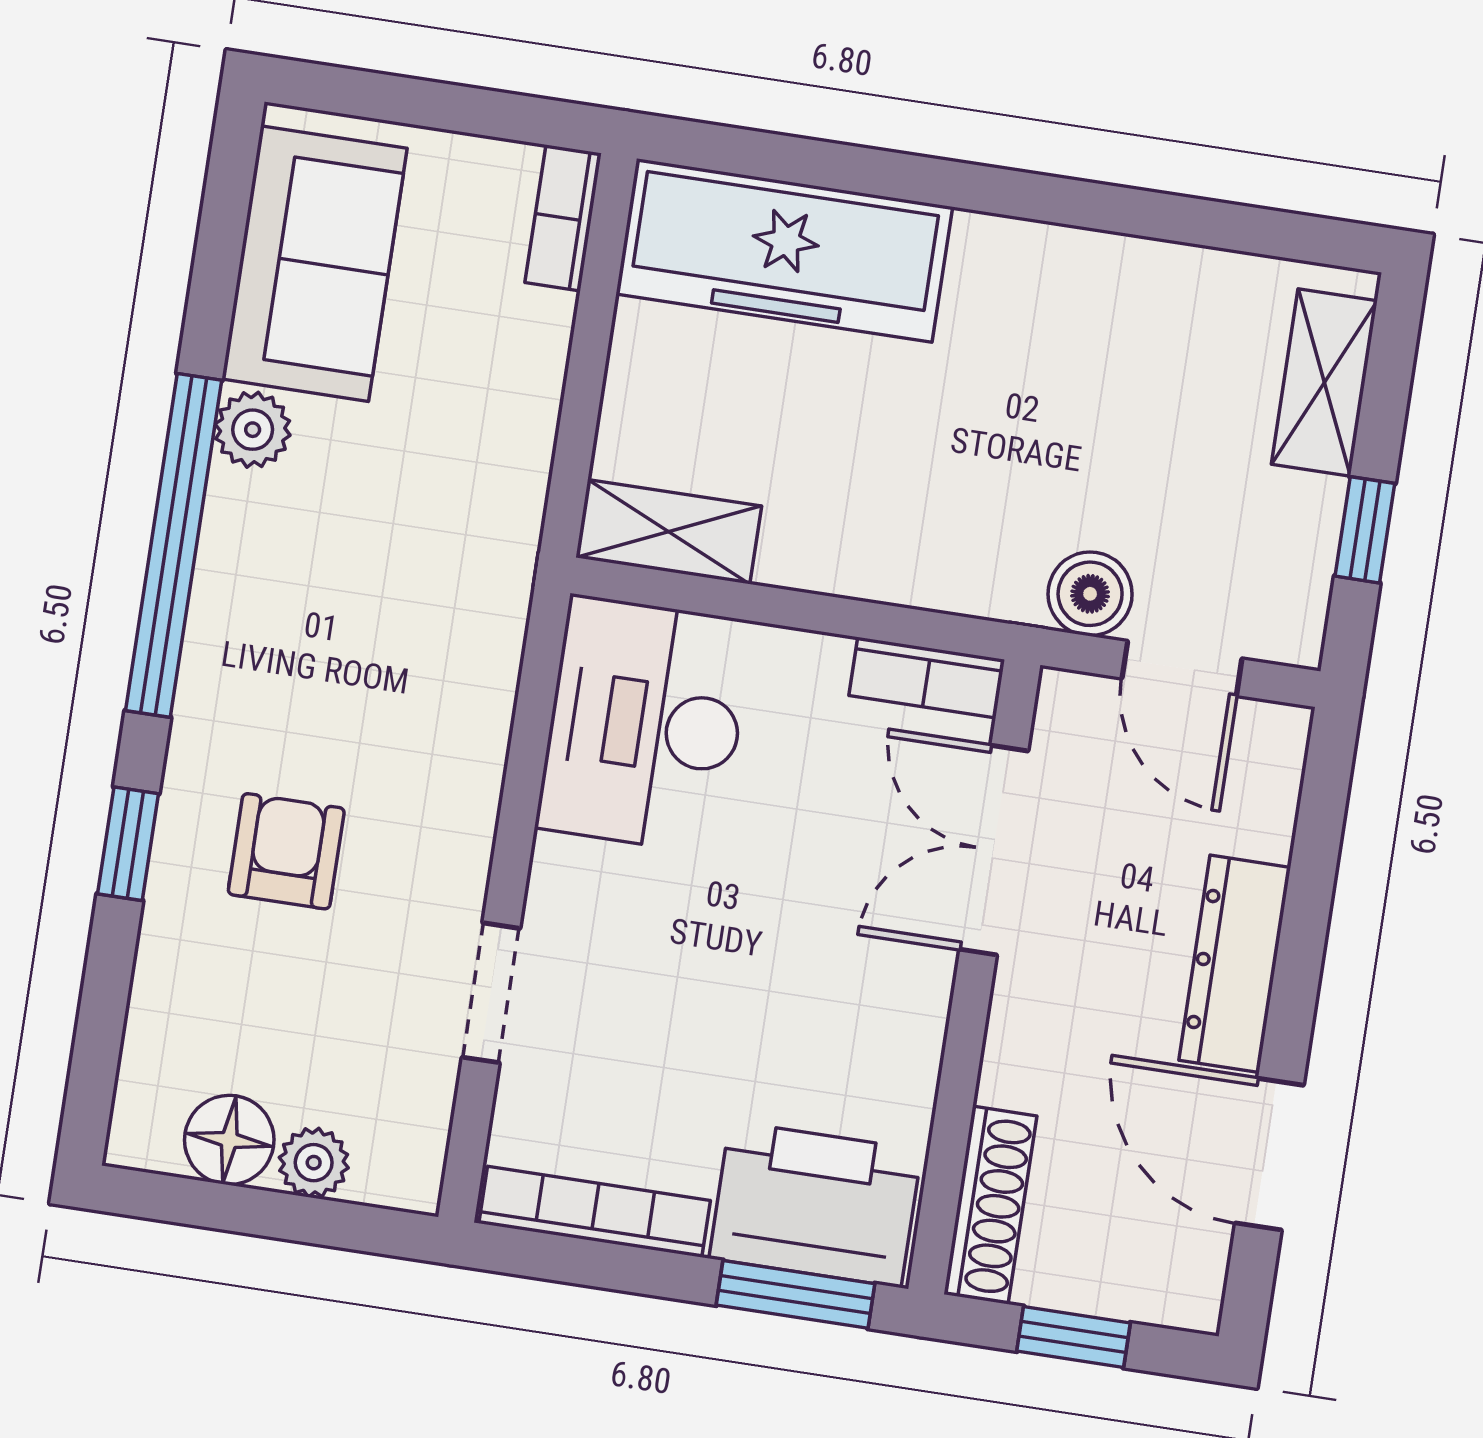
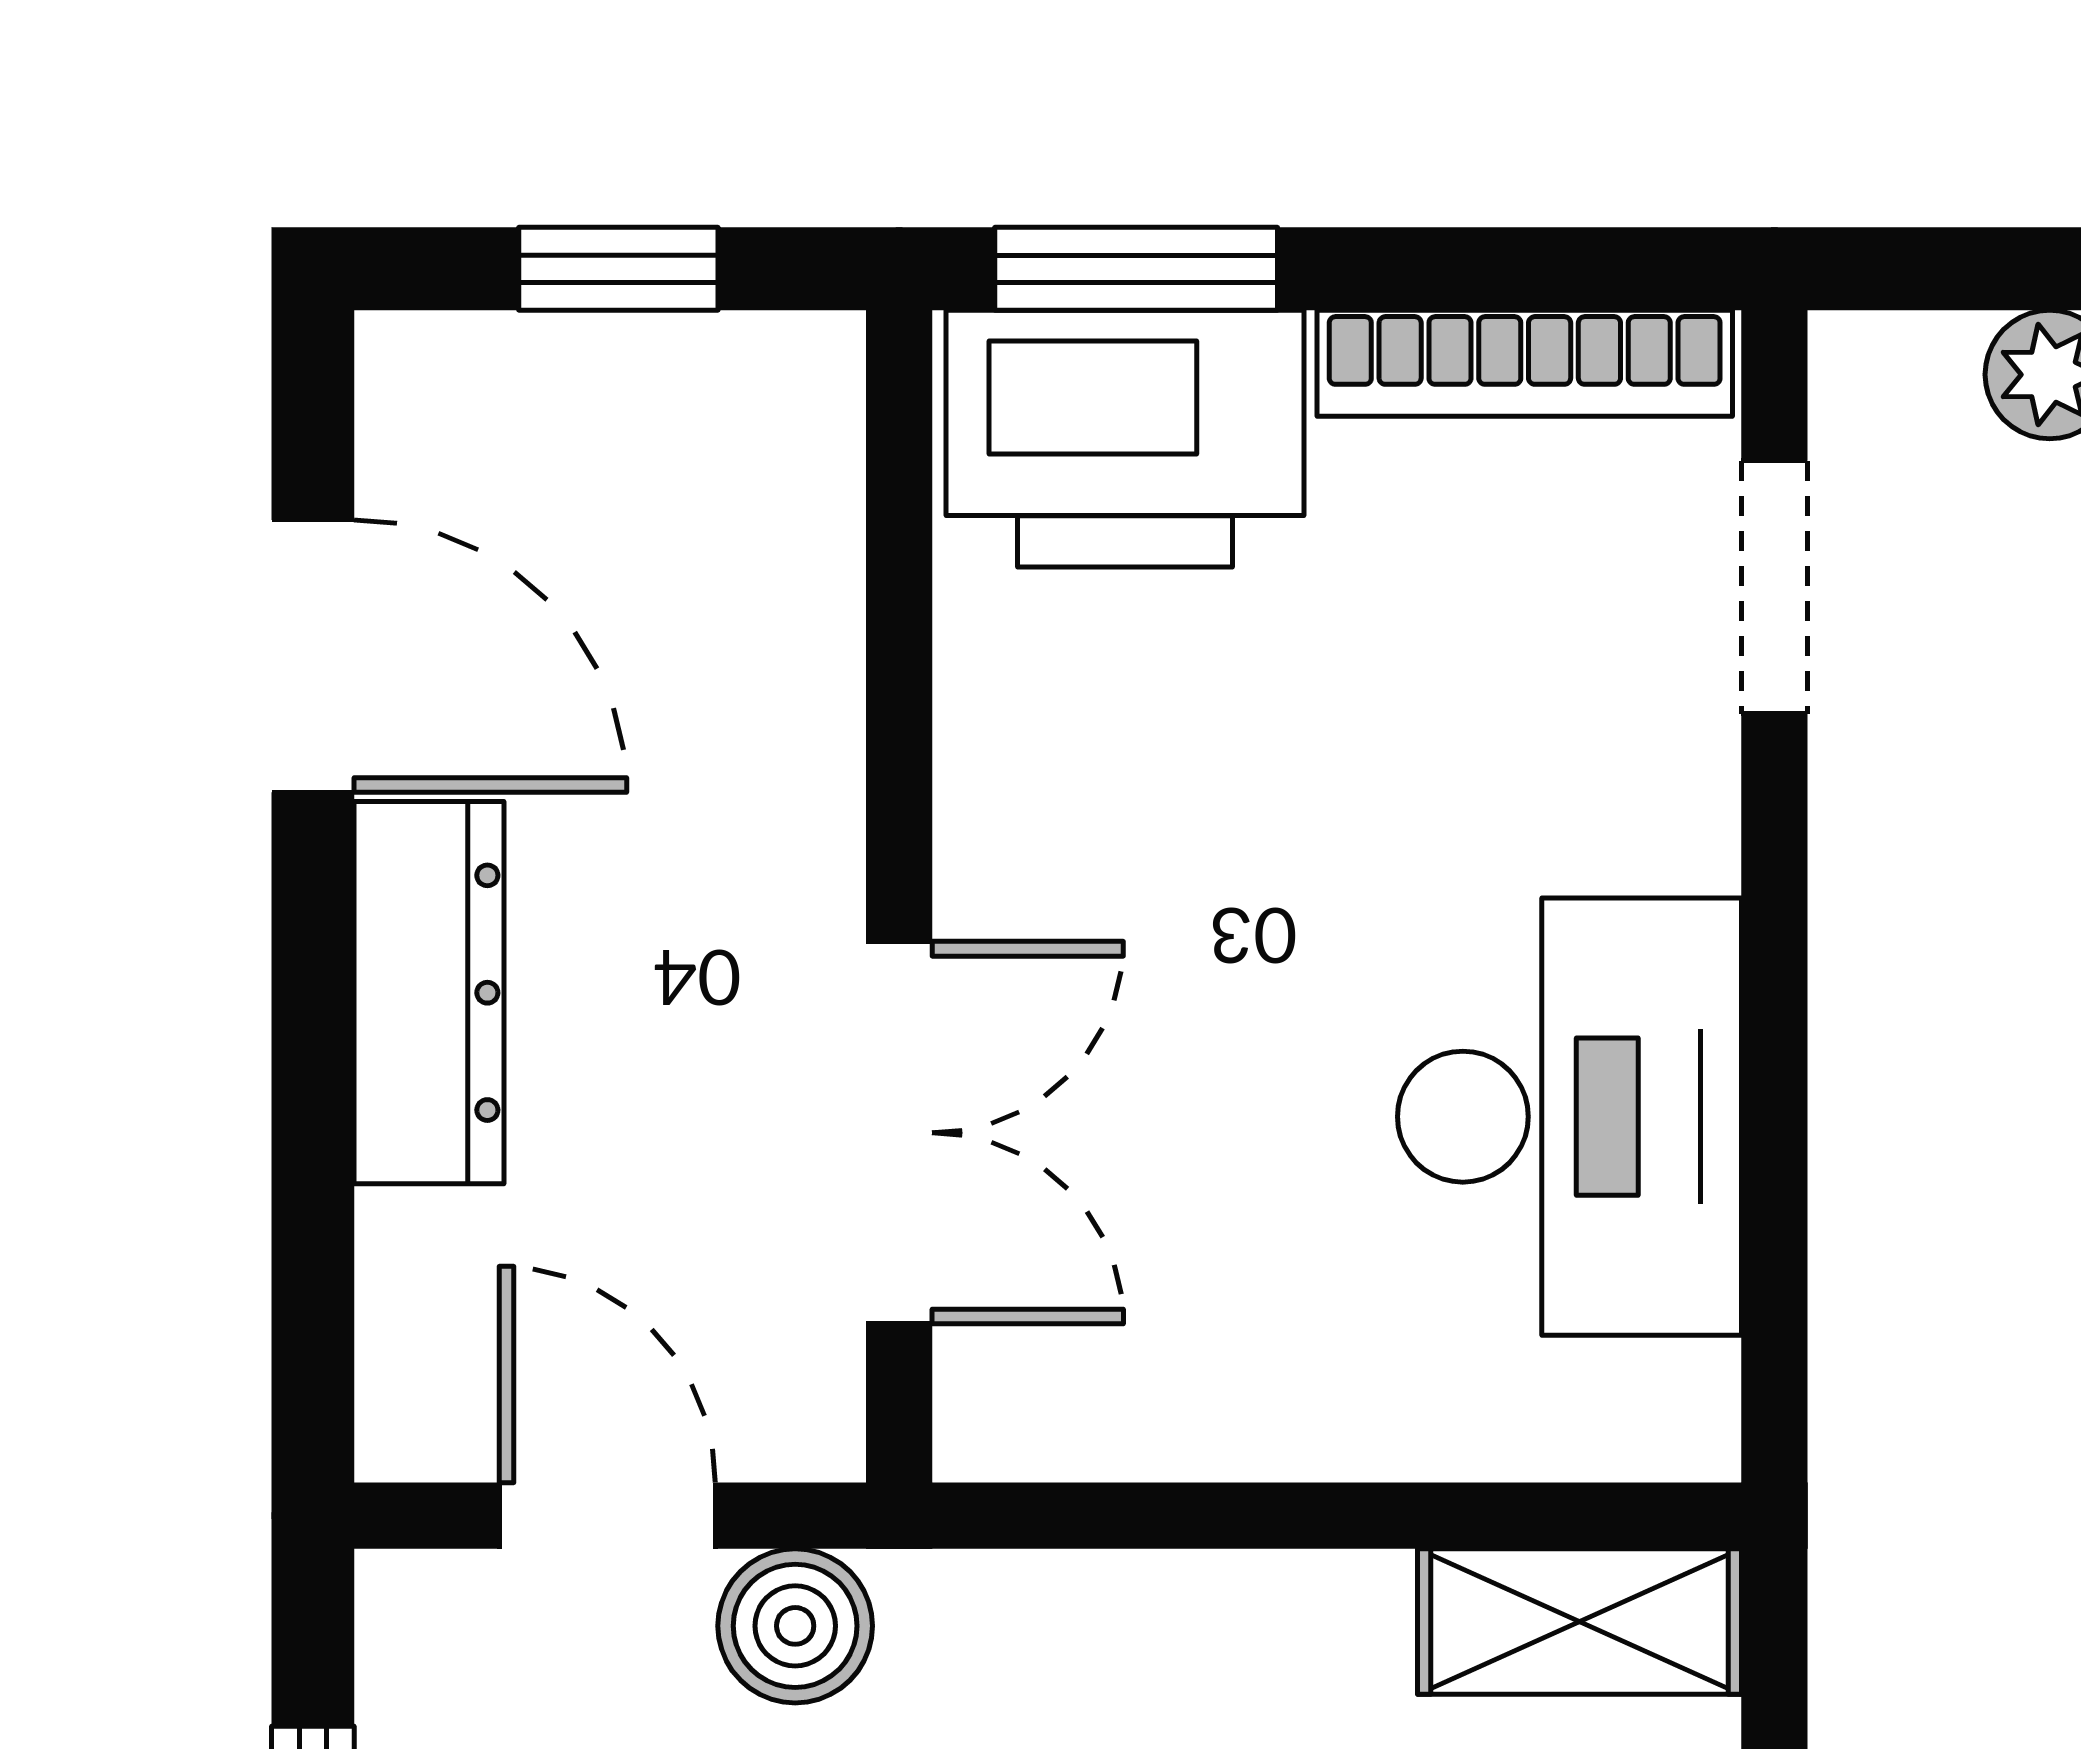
bookcase: (927, 678) -> (1069, 1428), removed
desk: (645, 725) -> (1569, 1117), moved
doorway: (491, 993) -> (1774, 587), moved
shoe rack: (990, 1205) -> (806, 486), removed

